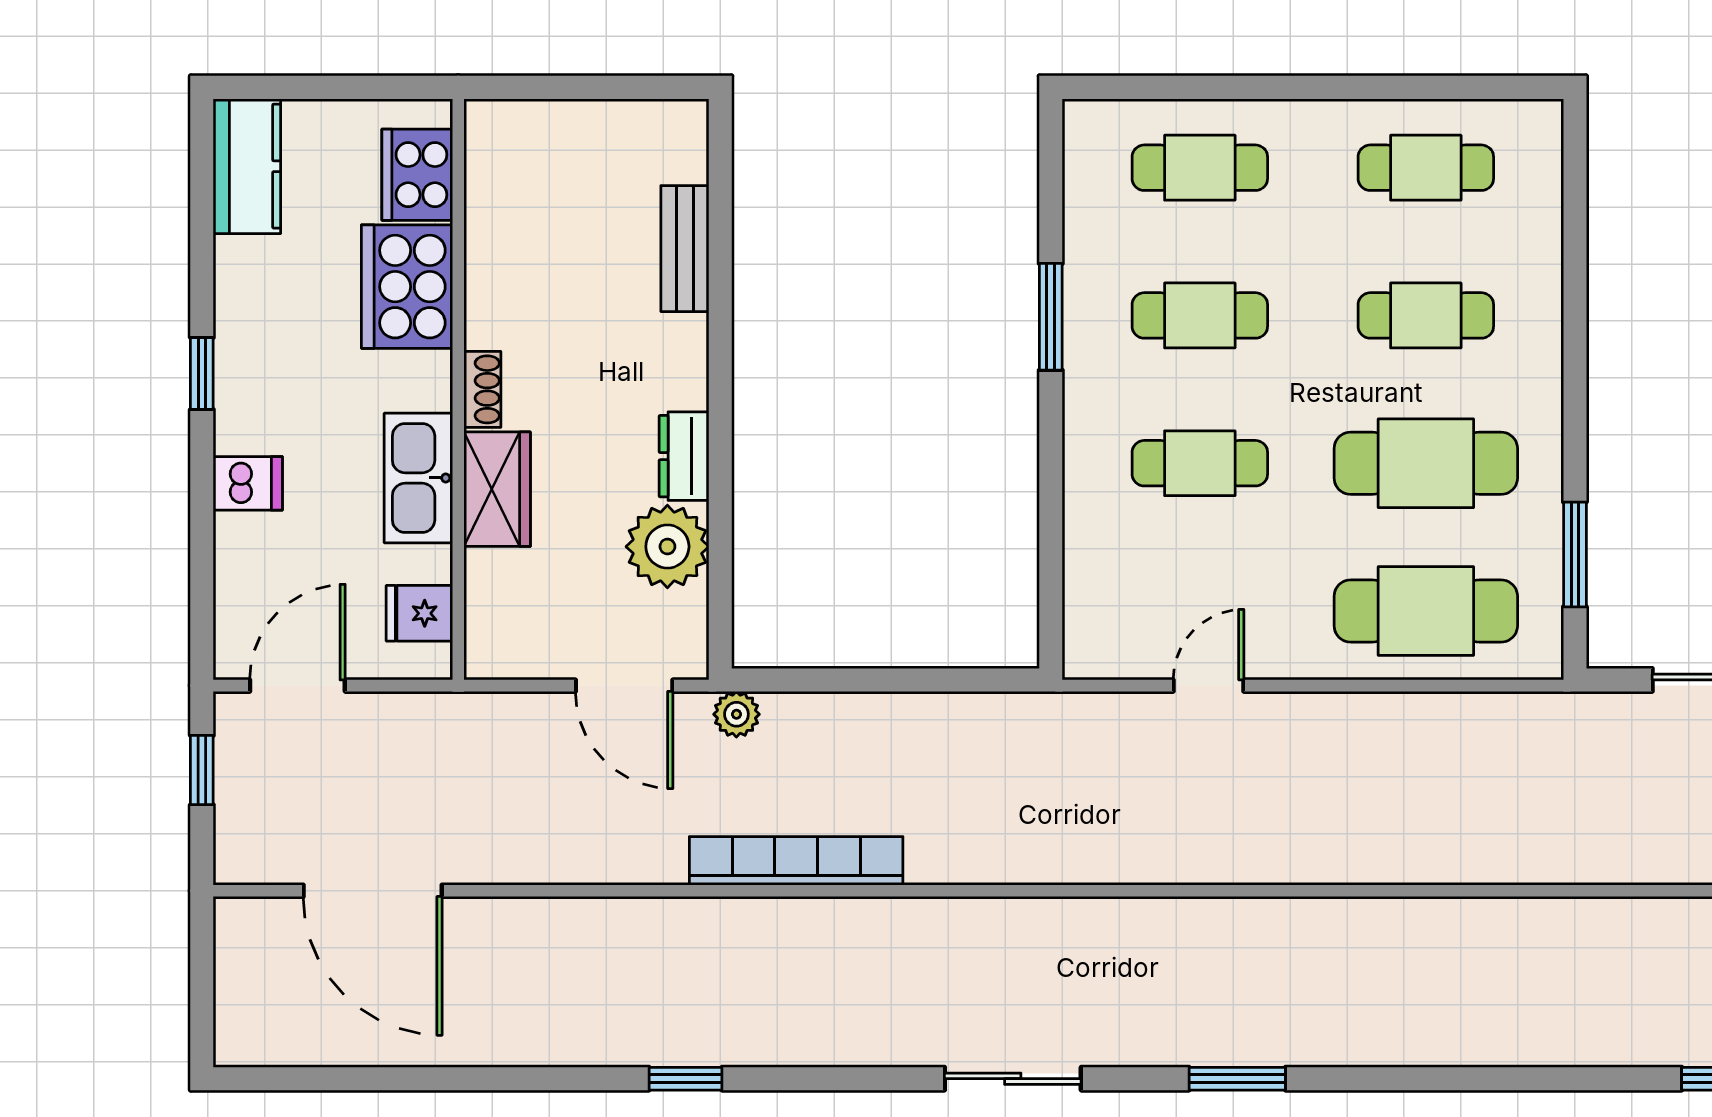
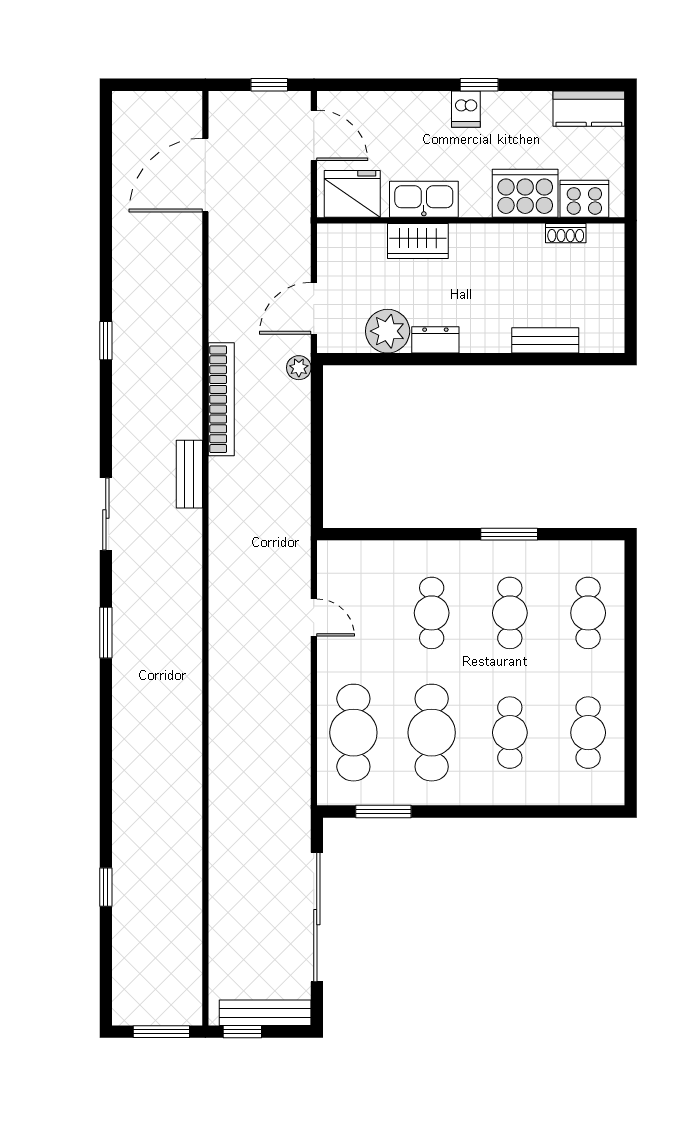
shoe rack: (482, 389) -> (566, 233), moved
dishwasher: (248, 483) -> (466, 109), moved
fridge: (419, 613) -> (352, 194), width x1.88, depth x1.34
bench: (937, 921) -> (189, 474), added

